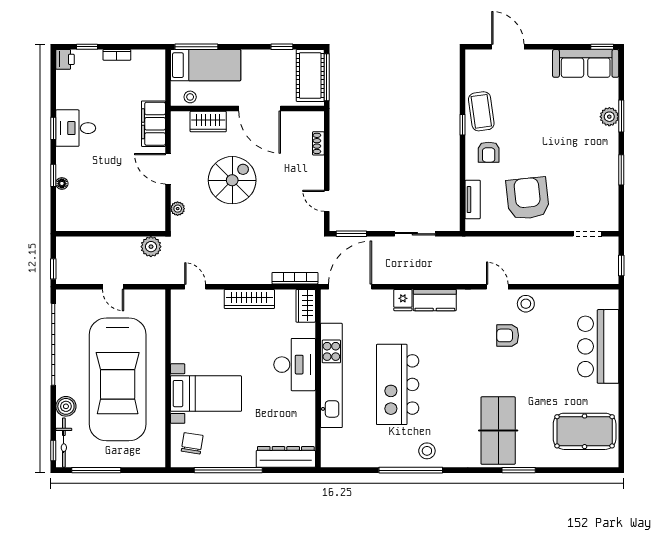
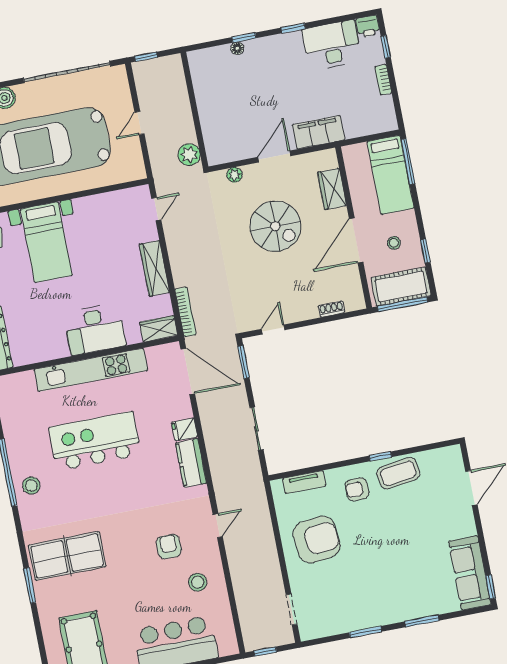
stool: (190, 97) -> (394, 243), moved
plant: (609, 117) -> (419, 609), removed
desk: (76, 128) -> (332, 45), moved, width x1.37
stool: (526, 304) -> (198, 582), moved

